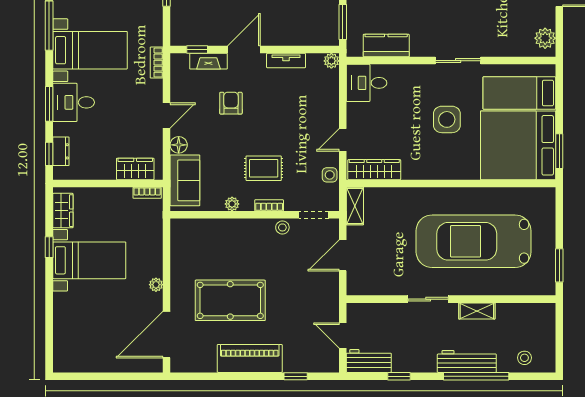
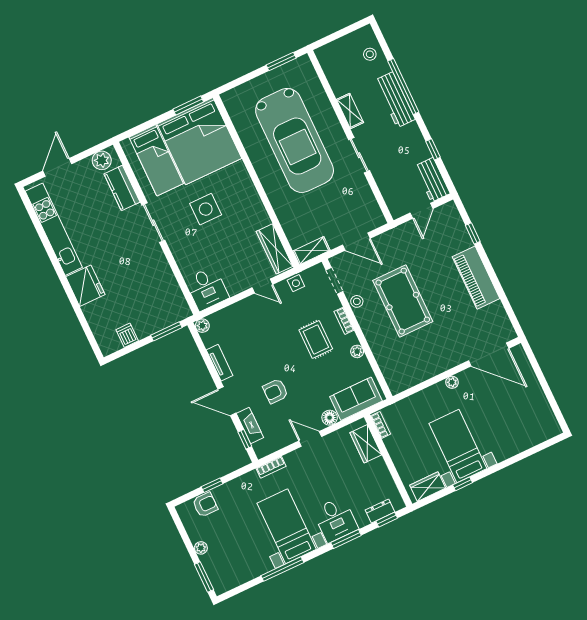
kitchen counter: (386, 45) -> (122, 188), moved
pool table: (230, 300) -> (403, 301), moved

